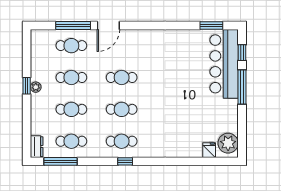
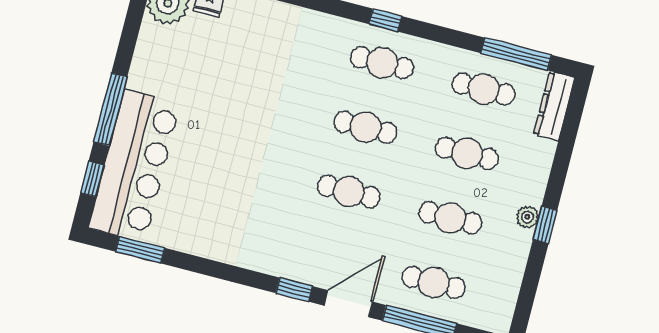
window: (135, 25) -> (294, 290), added
dresser: (37, 147) -> (554, 106), width x1.44

